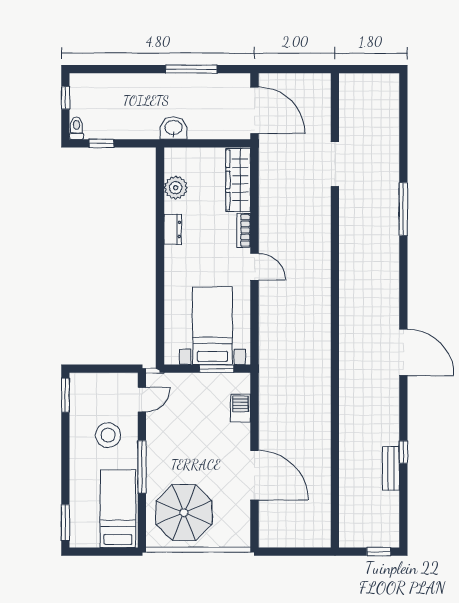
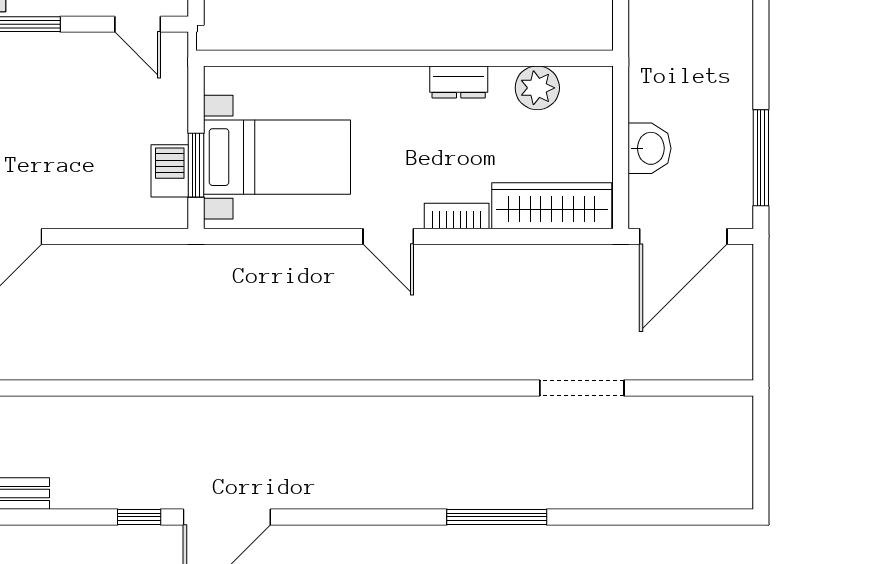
window: (191, 69) -> (761, 158), moved
washbasin: (174, 128) -> (650, 148), moved
door: (254, 267) -> (388, 236), hinge flipped
barbecue: (241, 408) -> (170, 171), moved, turned -90
window: (403, 452) -> (139, 517), moved

